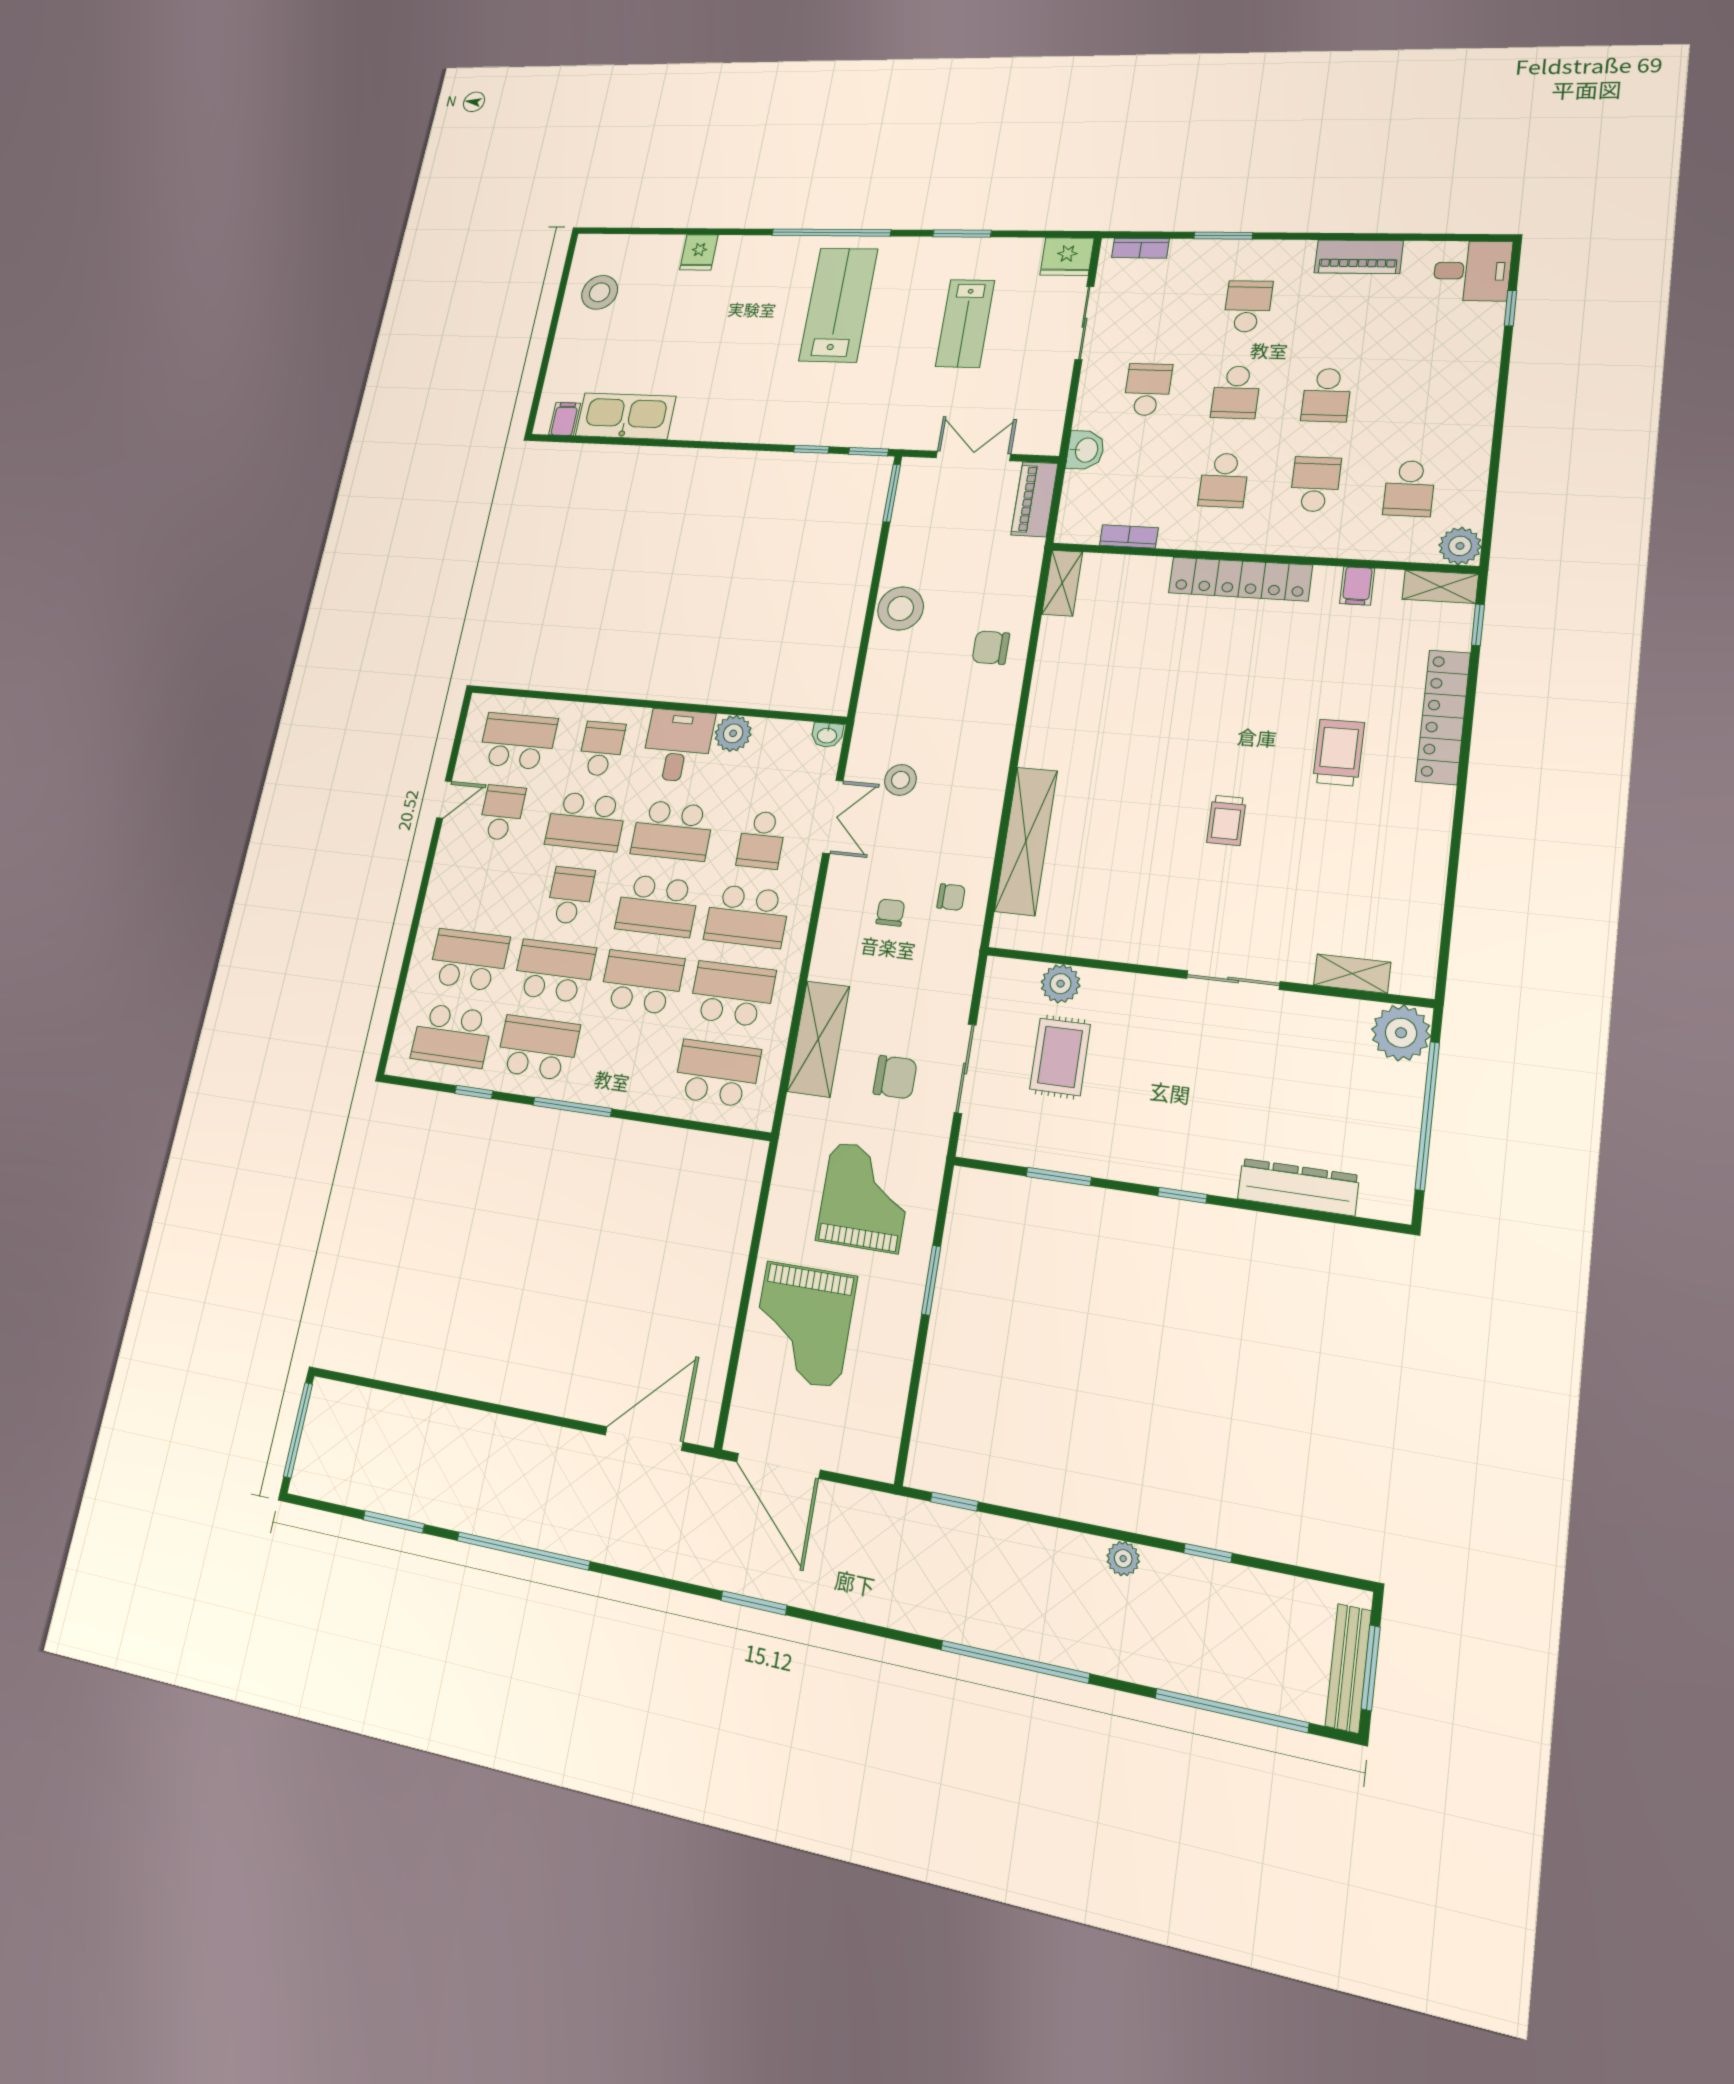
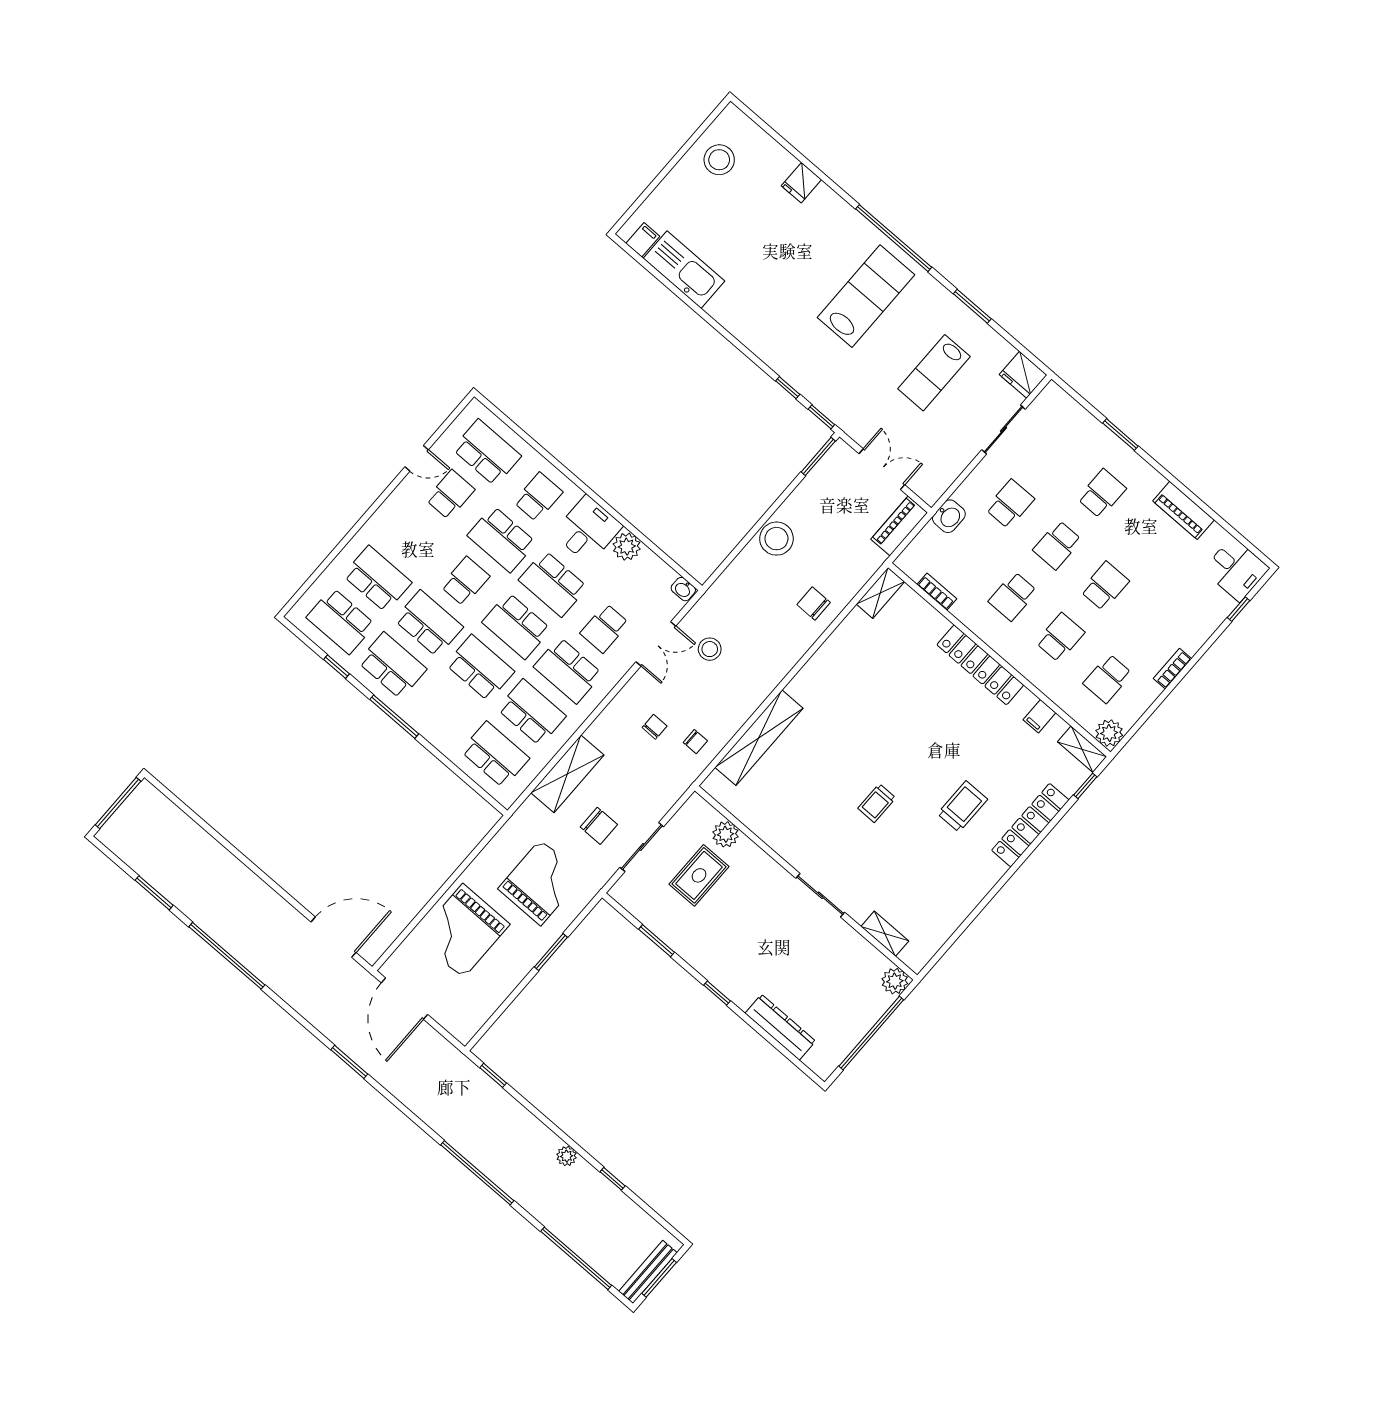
bookcase: (1140, 248) -> (1172, 669), moved, turned 90
school desk: (1327, 395) -> (1105, 586), turned 180
plant: (1401, 1033) -> (895, 981), width x0.73, depth x0.73

